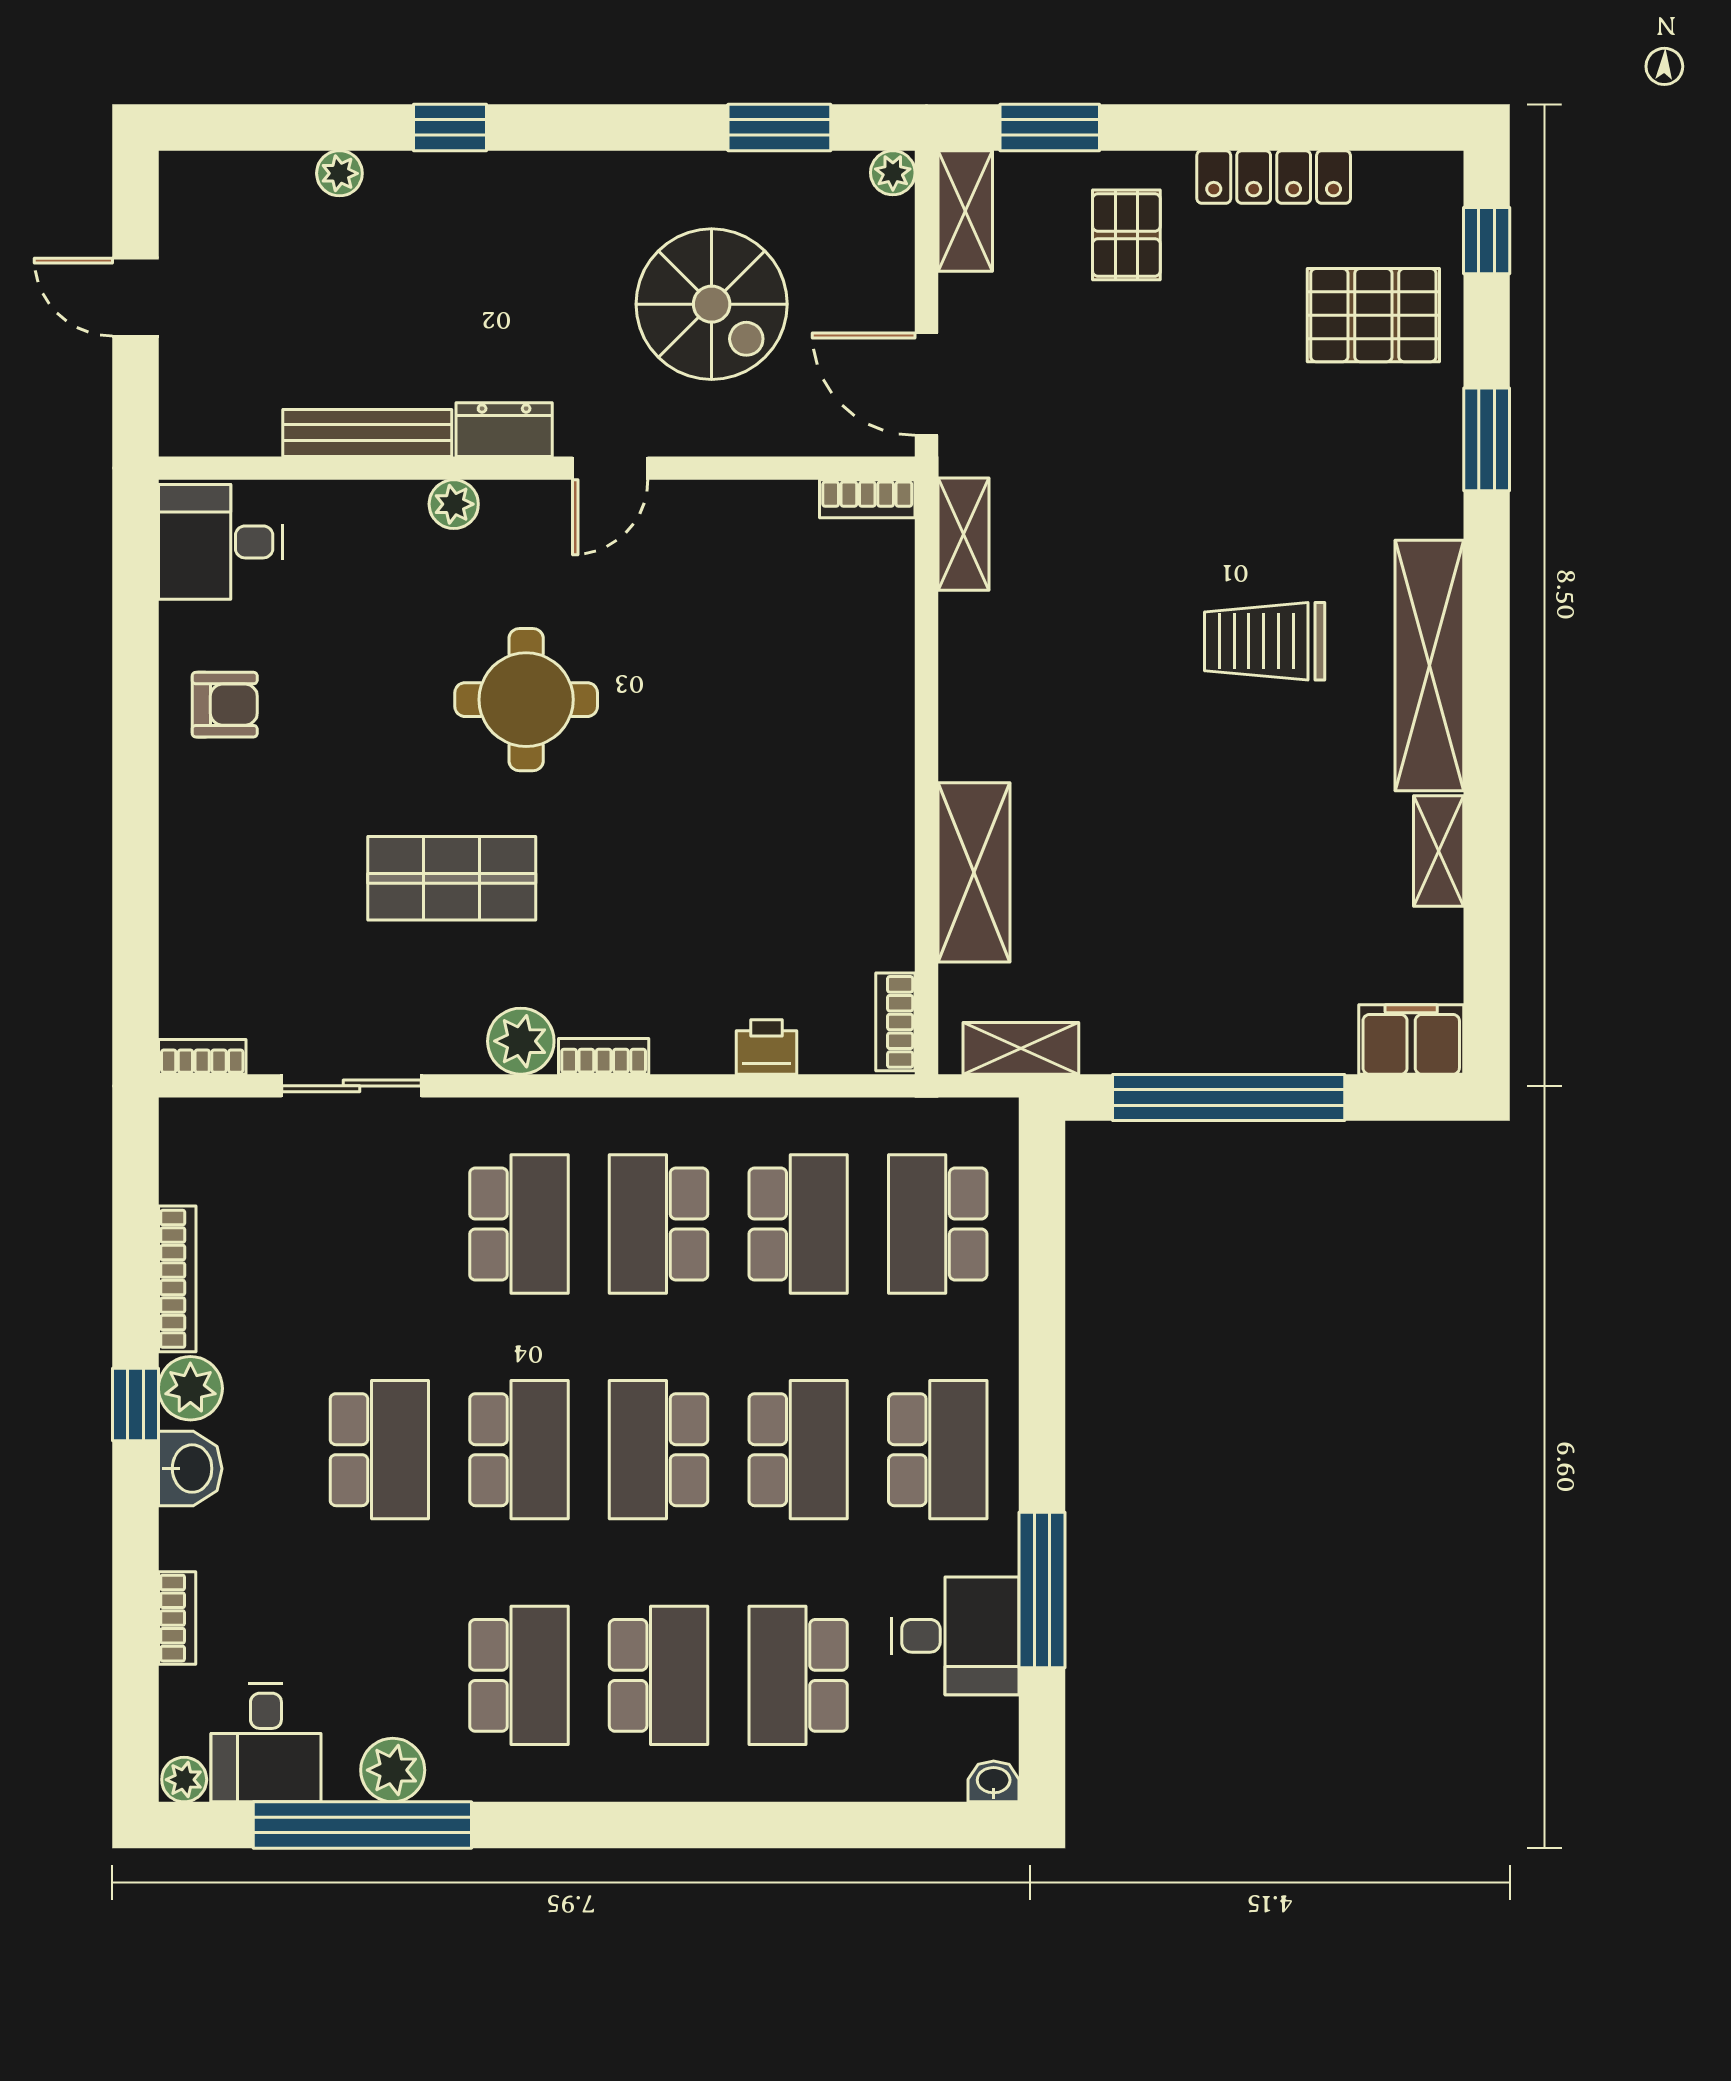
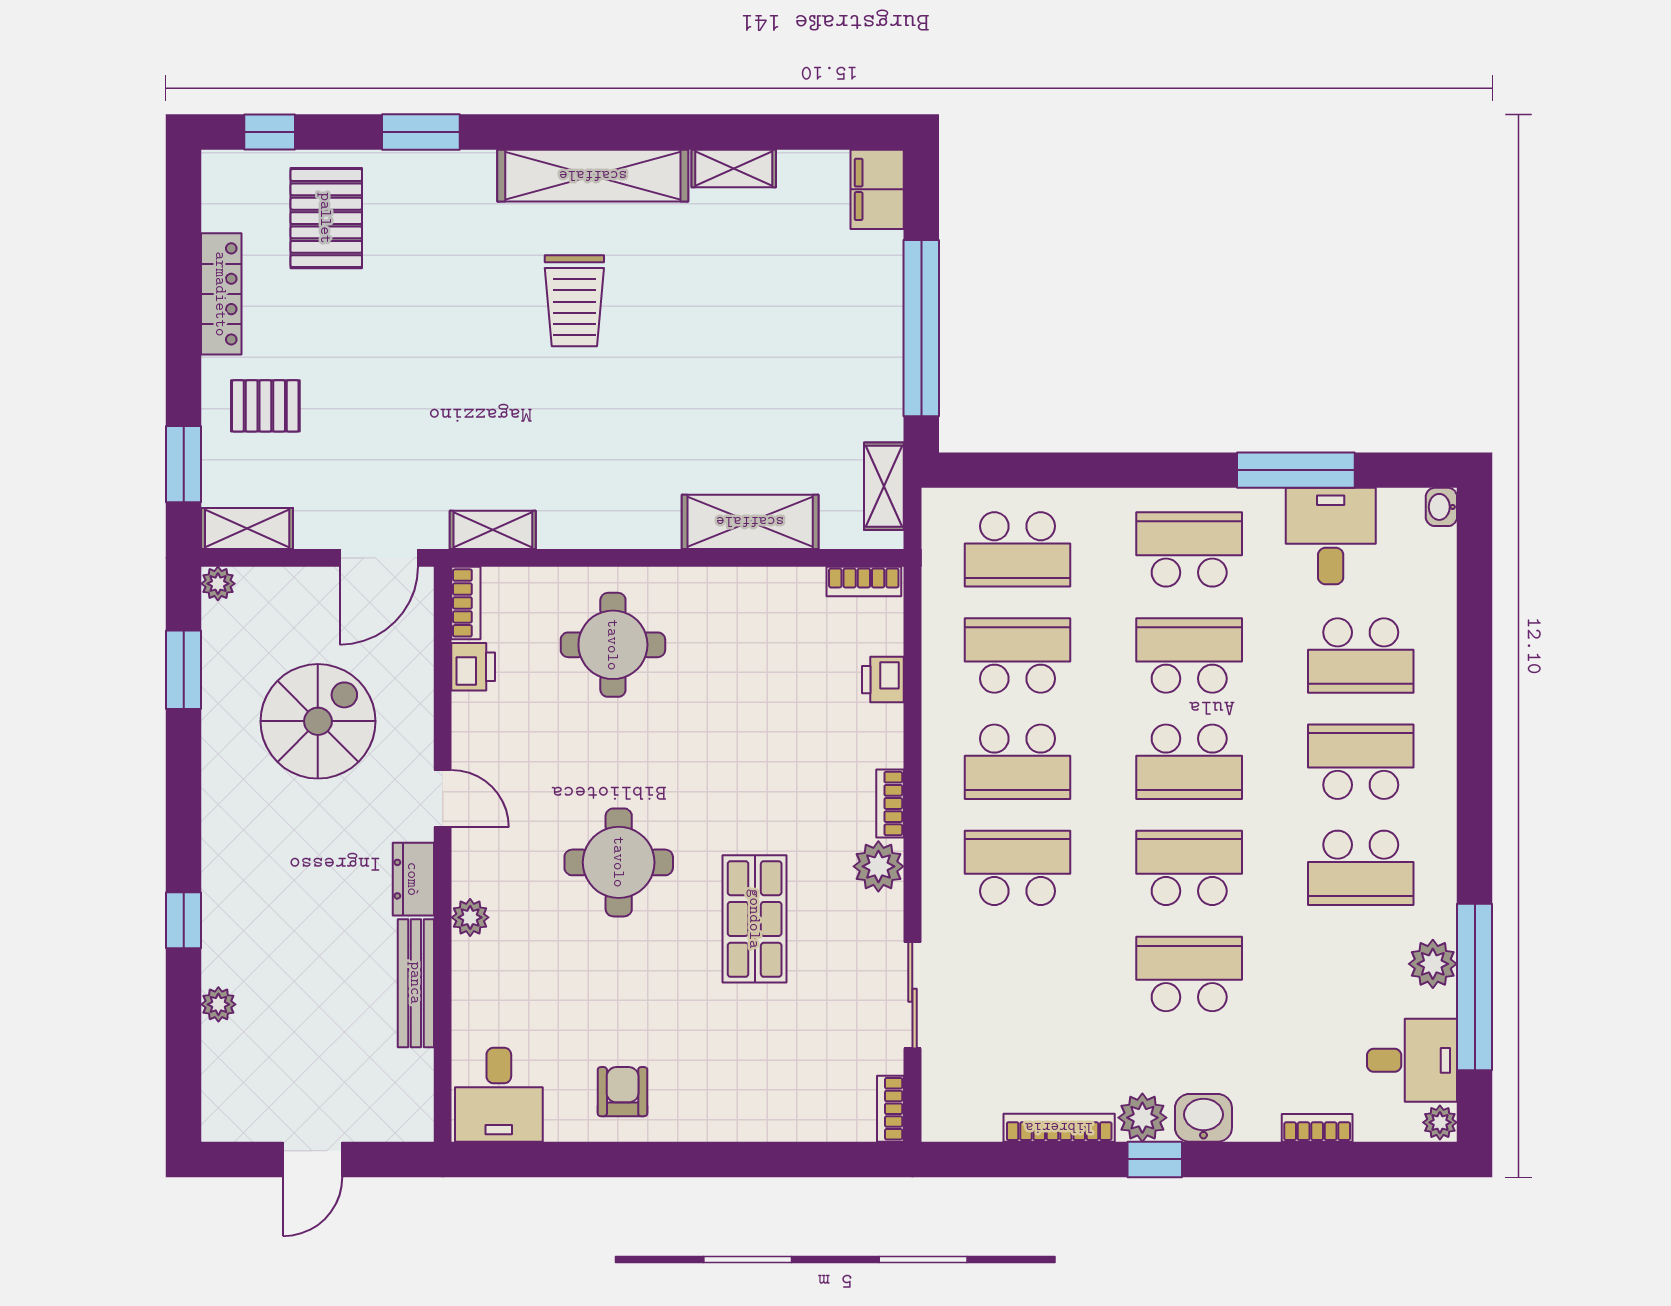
printer: (783, 508) -> (473, 667), added
round table: (812, 692) -> (613, 645), added
school desk: (519, 1675) -> (1361, 868), turned 180

